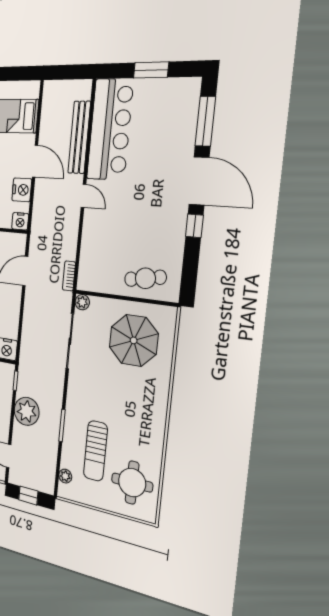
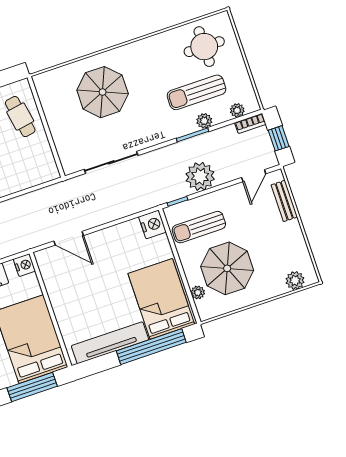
bookcase: (69, 276) -> (250, 123), moved
plant: (82, 302) -> (204, 121), moved
parasol: (134, 340) -> (103, 92), moved
sun lounger: (95, 451) -> (197, 92), turned 180

